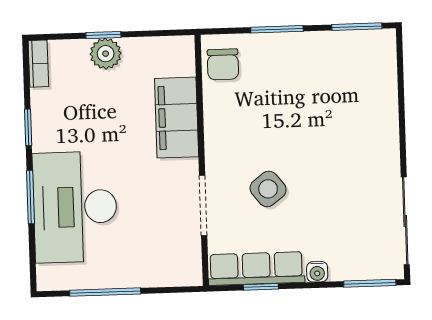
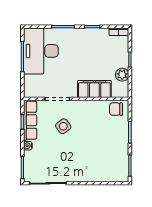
plant: (106, 54) -> (122, 75), moved
desk: (75, 207) -> (41, 51), moved, turned -90

